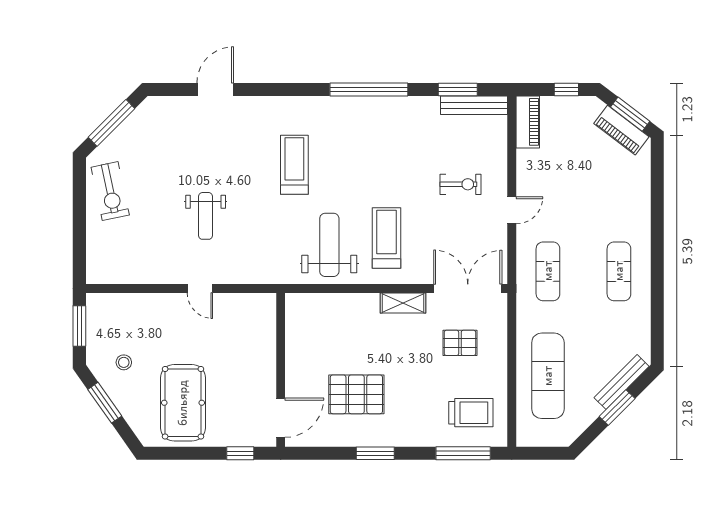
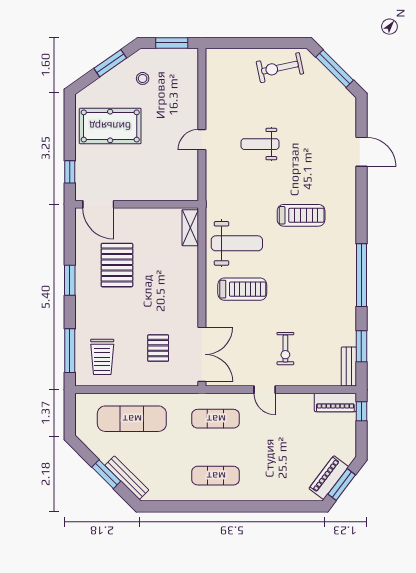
window: (566, 89) -> (361, 411), moved
bench: (474, 105) -> (349, 367), width x0.73
shelving: (403, 303) -> (190, 228), moved

